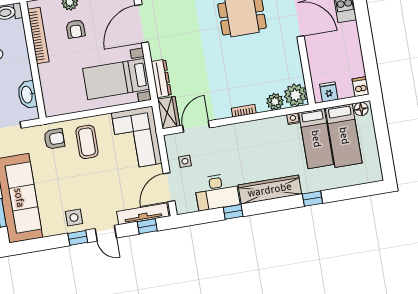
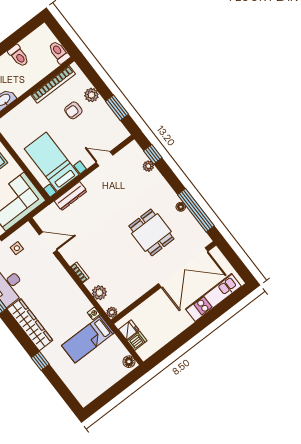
door: (142, 24) -> (104, 159), width x0.53
dishwasher: (361, 87) -> (137, 341), moved
plant: (295, 95) -> (112, 312), width x0.53, depth x0.53
wardrobe: (169, 113) -> (47, 216), removed
bed: (344, 136) -> (101, 359), removed

